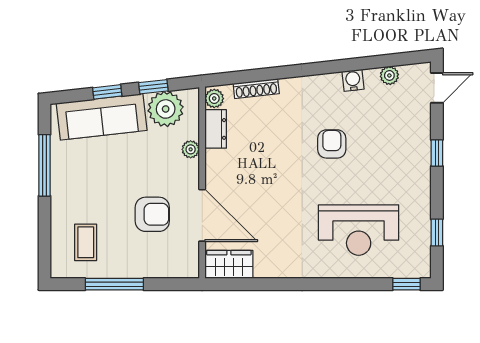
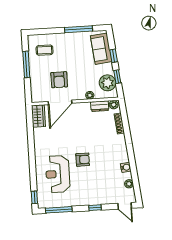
sofa: (102, 117) -> (101, 49), width x0.73
armchair: (332, 144) -> (83, 160), moved
window: (437, 233) -> (59, 210), width x2.17

